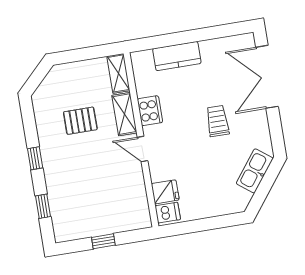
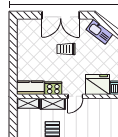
kitchen counter: (177, 56) -> (30, 88), moved, turned -90
double door: (267, 77) -> (61, 15), moved
fridge: (165, 192) -> (97, 85), width x1.88, depth x1.34

